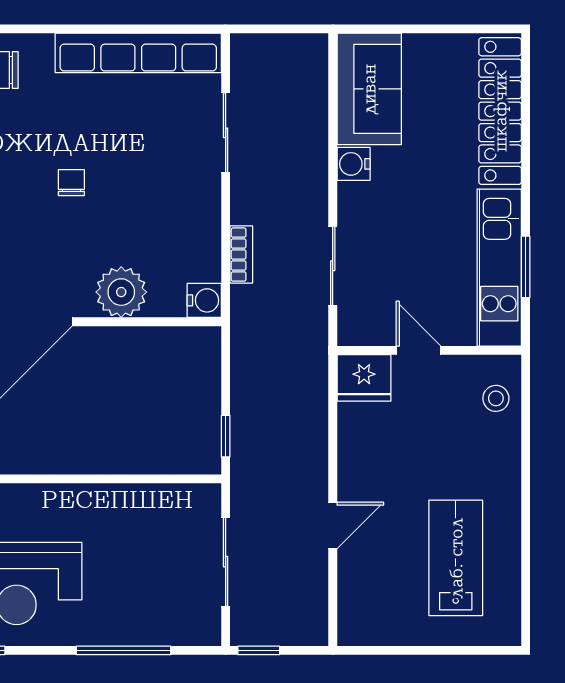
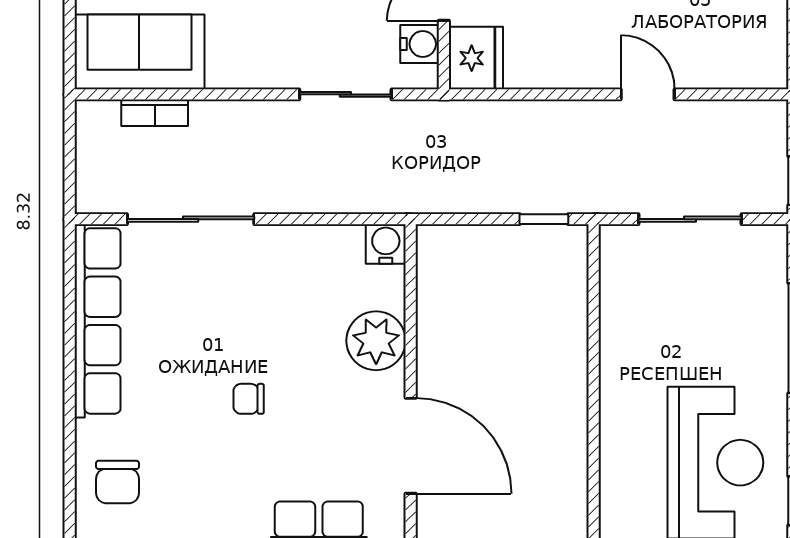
sliding door: (226, 133) -> (191, 219), width x1.37
water cooler: (354, 164) -> (420, 44), moved, turned -90
bookcase: (241, 255) -> (155, 113), moved, turned 180

